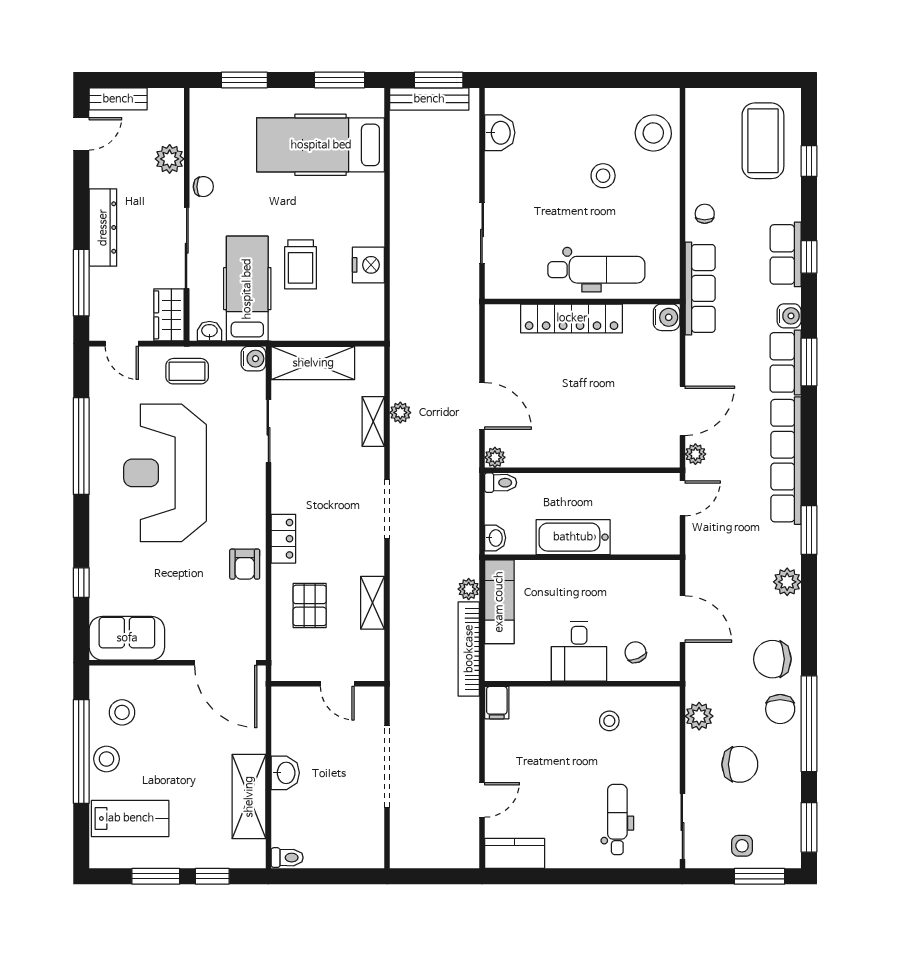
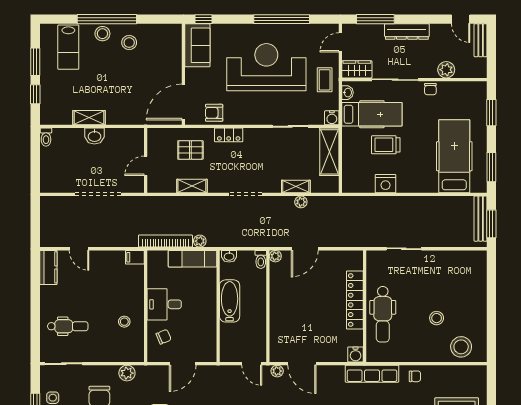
washbasin: (500, 133) -> (461, 259), removed
sofa: (127, 638) -> (197, 45), moved
wall: (177, 663) -> (183, 74), moved
door: (226, 663) -> (183, 102), moved
shelving: (249, 797) -> (89, 118), width x0.67, depth x0.75

